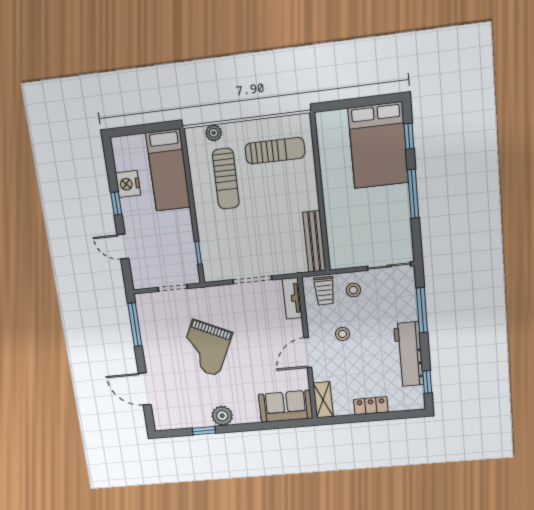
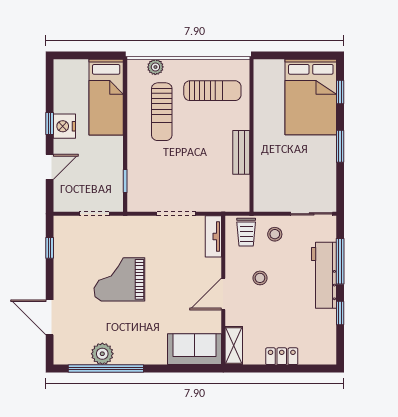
nightstand: (128, 184) -> (64, 126), moved
window: (413, 194) -> (340, 146), width x0.69
bench: (314, 241) -> (241, 152), moved, width x0.73
door: (123, 247) -> (50, 167), swing flipped
window: (135, 325) -> (50, 248), width x0.46
grand piano: (205, 348) -> (119, 279), turned 65
workbench: (409, 354) -> (324, 275), moved
window: (427, 382) -> (340, 313), moved
plant: (222, 416) -> (102, 354), moved
window: (204, 431) -> (106, 369), width x3.17

